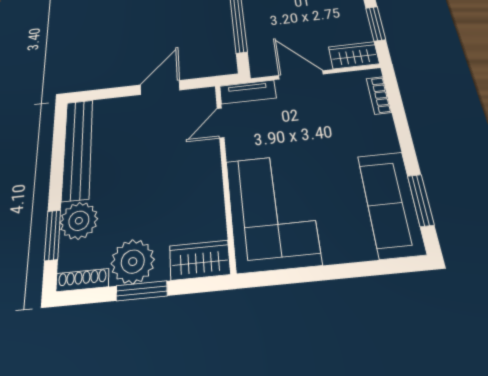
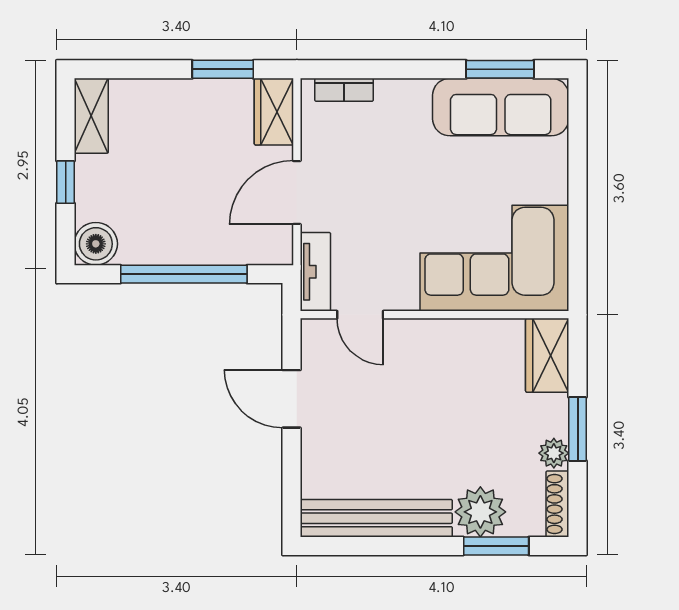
plant: (133, 262) -> (554, 453), width x0.53, depth x0.53

